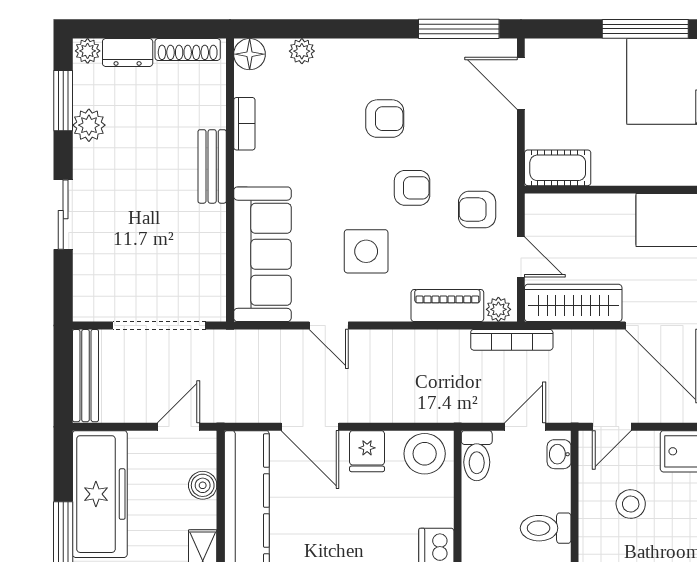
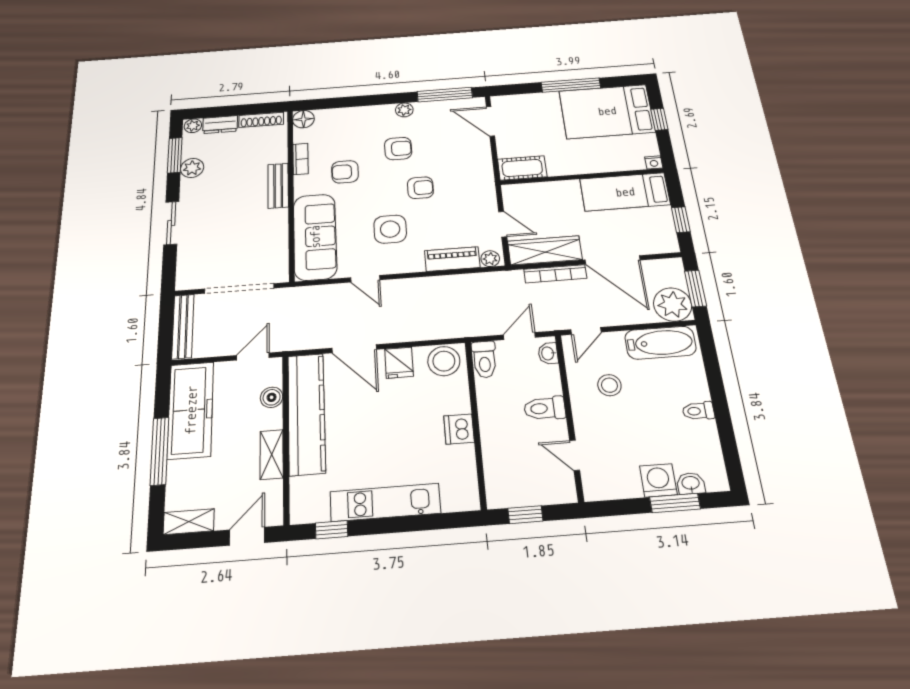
plant: (302, 51) -> (404, 110), moved
armchair: (477, 210) -> (345, 172), moved
bookcase: (512, 340) -> (555, 274), moved

